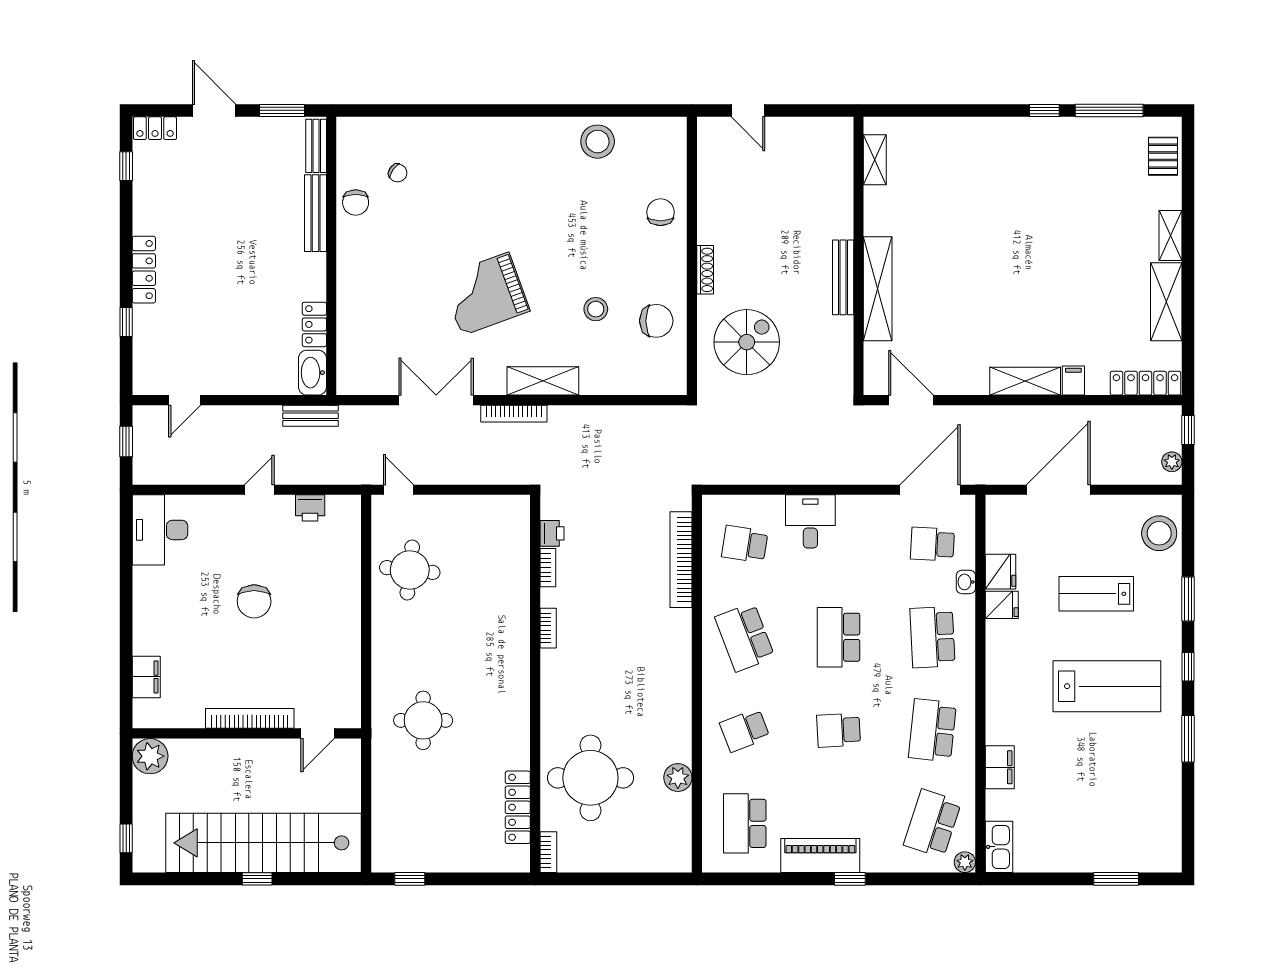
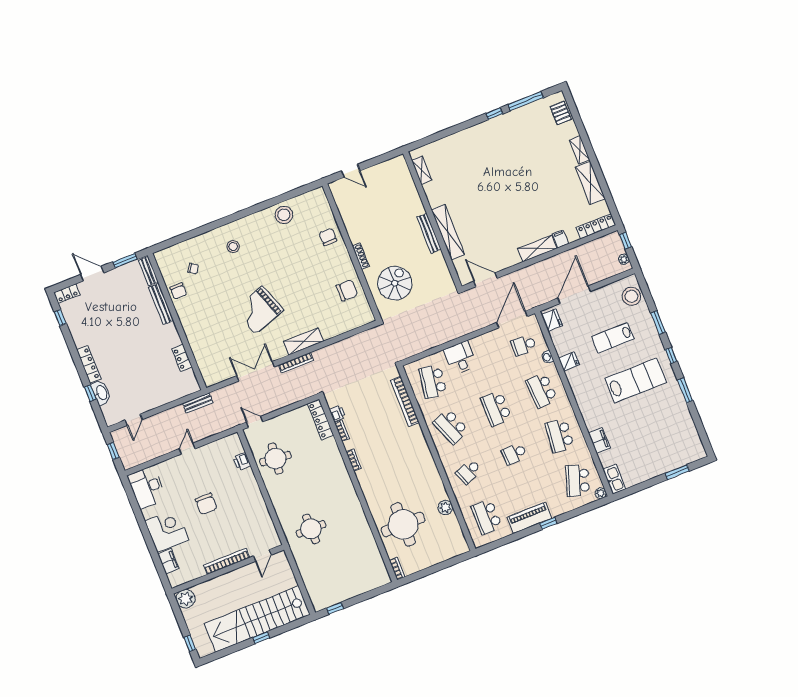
stool: (596, 309) -> (233, 247), moved
washbasin: (312, 373) -> (101, 393), moved, turned 180
printer: (310, 508) -> (242, 461), moved, turned 90
school desk: (745, 544) -> (433, 381), width x1.85
fridge: (1000, 572) -> (552, 320), moved
corner desk: (165, 621) -> (167, 531), added
locker: (518, 807) -> (321, 419), moved

